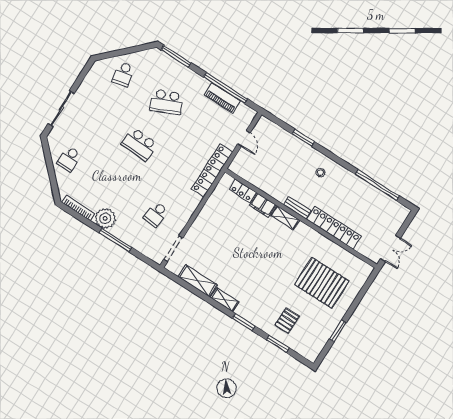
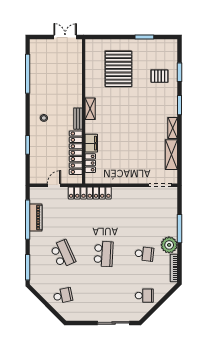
school desk: (156, 214) -> (144, 254), moved
shelving: (285, 218) -> (90, 109), moved
locker: (334, 228) -> (76, 153), moved

